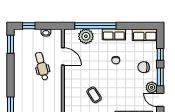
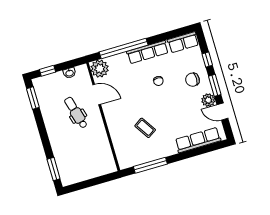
row of seats: (114, 34) -> (148, 52), width x1.48
plant: (86, 36) -> (100, 69), moved

